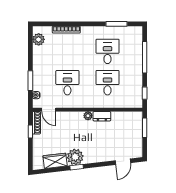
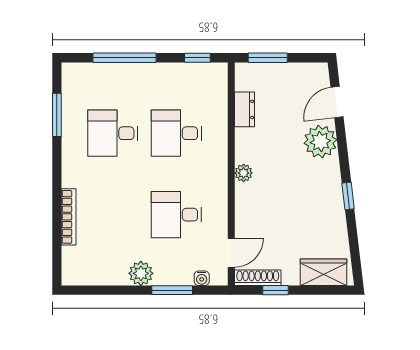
plant: (39, 39) -> (141, 273), moved
dresser: (102, 116) -> (244, 109), moved
plant: (75, 157) -> (320, 142), moved
wardrobe: (55, 161) -> (323, 272), moved, turned 97
door: (123, 162) -> (337, 102), swing flipped

